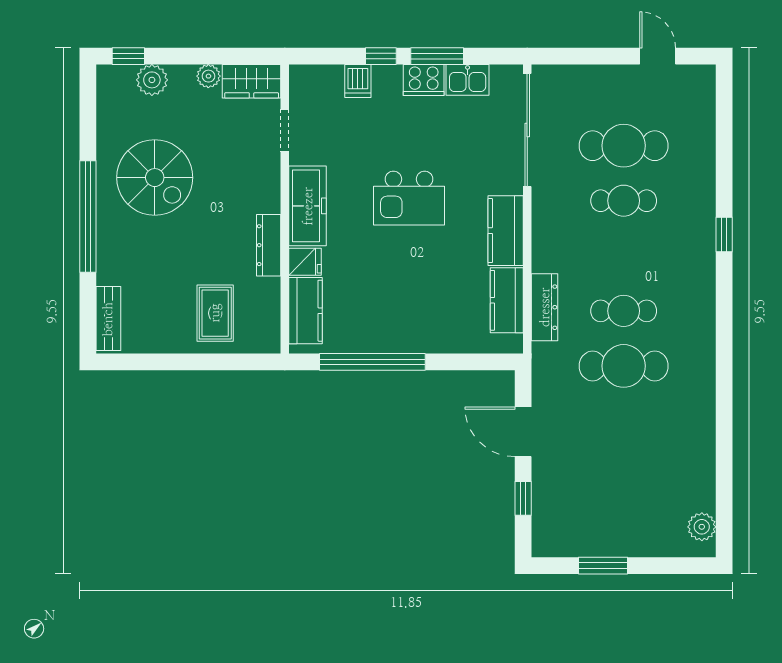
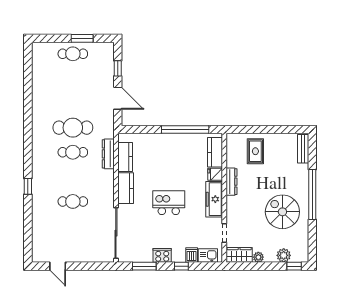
window: (437, 56) -> (144, 266), moved
kitchen sink: (468, 80) -> (208, 256), moved
cafe table: (624, 146) -> (73, 54), moved, width x0.73, depth x0.74
plant: (702, 527) -> (38, 56), removed

